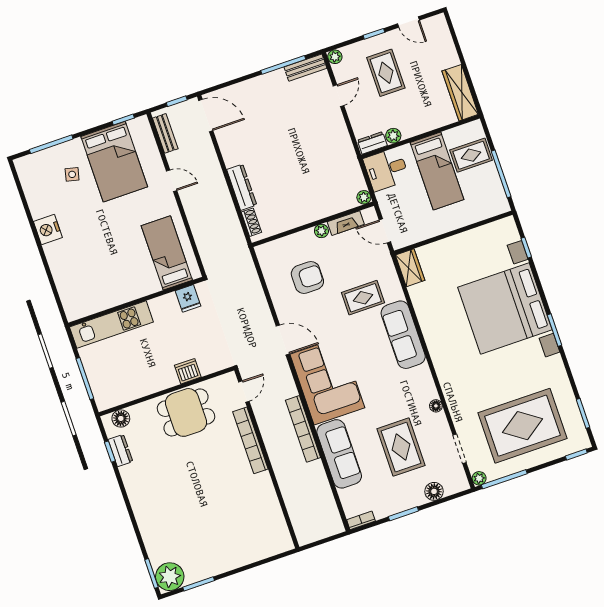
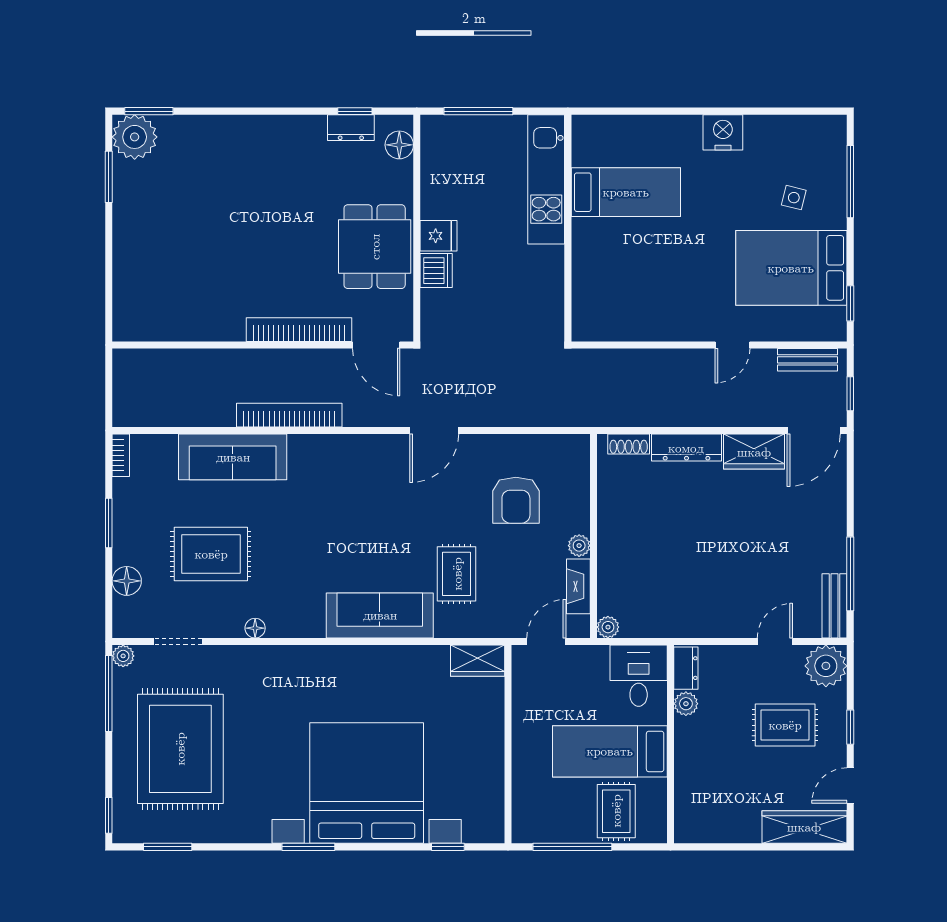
plant: (335, 57) -> (826, 666), width x1.88, depth x1.88
wardrobe: (460, 93) -> (804, 827), moved
door: (339, 96) -> (775, 642), swing flipped
wardrobe: (230, 147) -> (754, 452), added
bed: (167, 253) -> (626, 192), moved
fridge: (188, 298) -> (438, 236), moved, turned 180
corner sofa: (327, 381) -> (349, 477), removed
door: (244, 392) -> (376, 345), width x1.38

